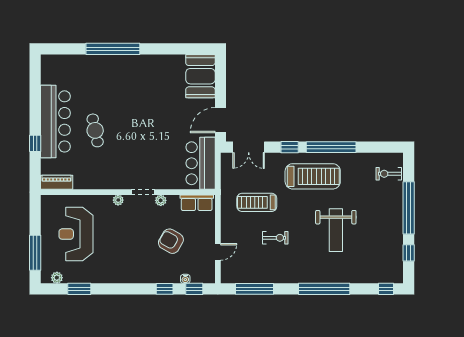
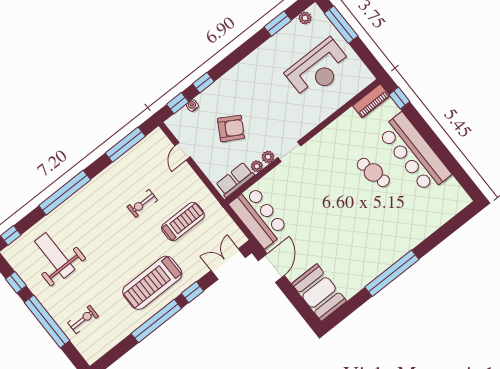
window: (113, 49) -> (392, 273), moved
window: (35, 143) -> (399, 98), moved
exercise bike: (389, 174) -> (83, 319), moved
plant: (118, 200) -> (257, 166), moved
weight bench: (336, 230) -> (55, 255), moved
reception desk: (76, 234) -> (318, 69), turned 90

